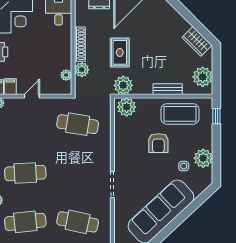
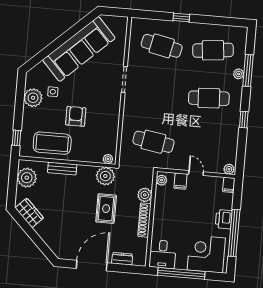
plant: (66, 75) -> (161, 180), moved
filing cabinet: (10, 87) -> (180, 181), moved
door: (32, 96) -> (196, 173), swing flipped
plant: (127, 107) -> (108, 159), width x0.53, depth x0.53

